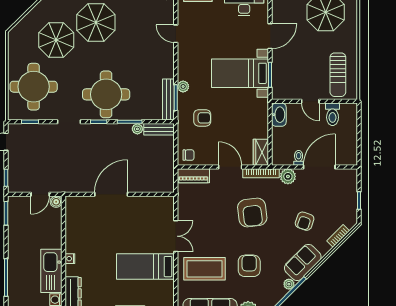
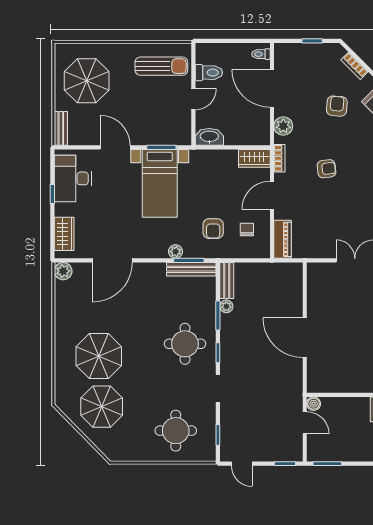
door: (176, 34) -> (112, 260), width x1.88
parasol: (56, 40) -> (102, 407), moved
round table: (34, 87) -> (176, 431), width x0.73, depth x0.73
round table: (106, 94) -> (185, 344), width x0.73, depth x0.73
armchair: (202, 118) -> (213, 229), turned 180
chair: (188, 155) -> (247, 229), moved
toilet: (299, 158) -> (261, 54), moved
bookcase: (261, 173) -> (279, 158), width x0.64
armchair: (252, 213) -> (327, 169), width x0.53, depth x0.53
armchair: (305, 221) -> (337, 106), turned -104

